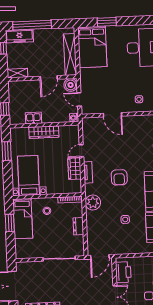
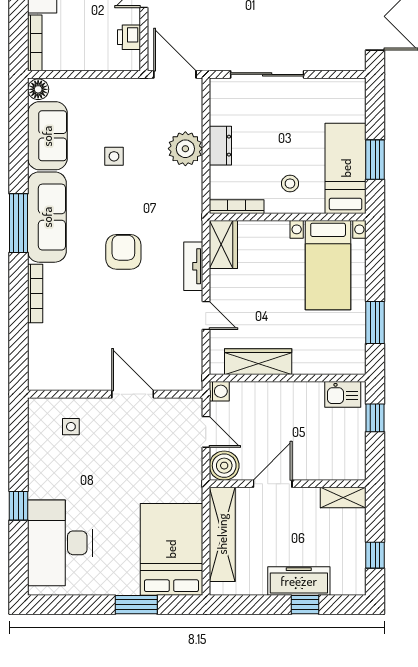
window: (32, 25) -> (305, 605), width x0.32
freezer: (19, 36) -> (299, 581), moved
kitchen sink: (33, 118) -> (343, 394), moved
wardrobe: (44, 132) -> (258, 362), moved
door: (81, 151) -> (206, 316), hinge flipped
wardrobe: (75, 169) -> (223, 245), moved
plant: (93, 202) -> (185, 149), moved
door: (100, 257) -> (175, 74), hinge flipped
printer: (123, 272) -> (129, 37), width x0.53, depth x0.68

